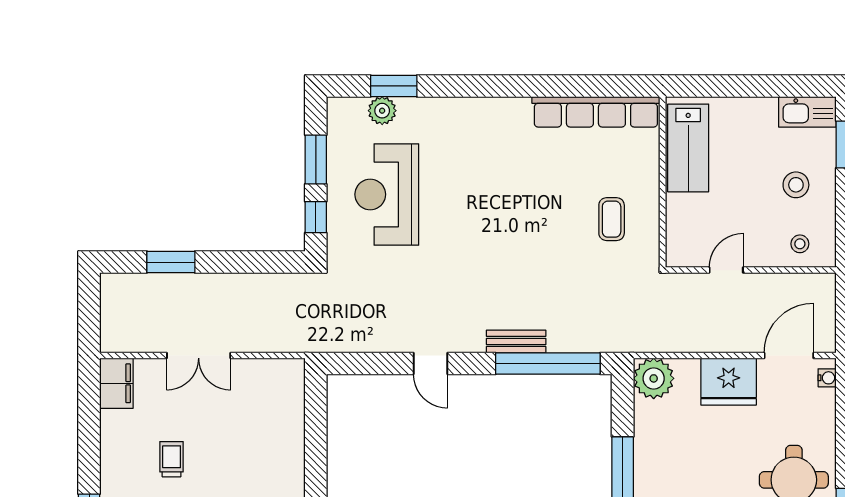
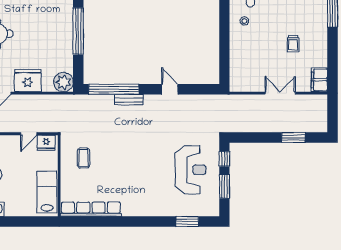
plant: (382, 111) -> (193, 210), removed
fridge: (690, 251) -> (46, 143), added

